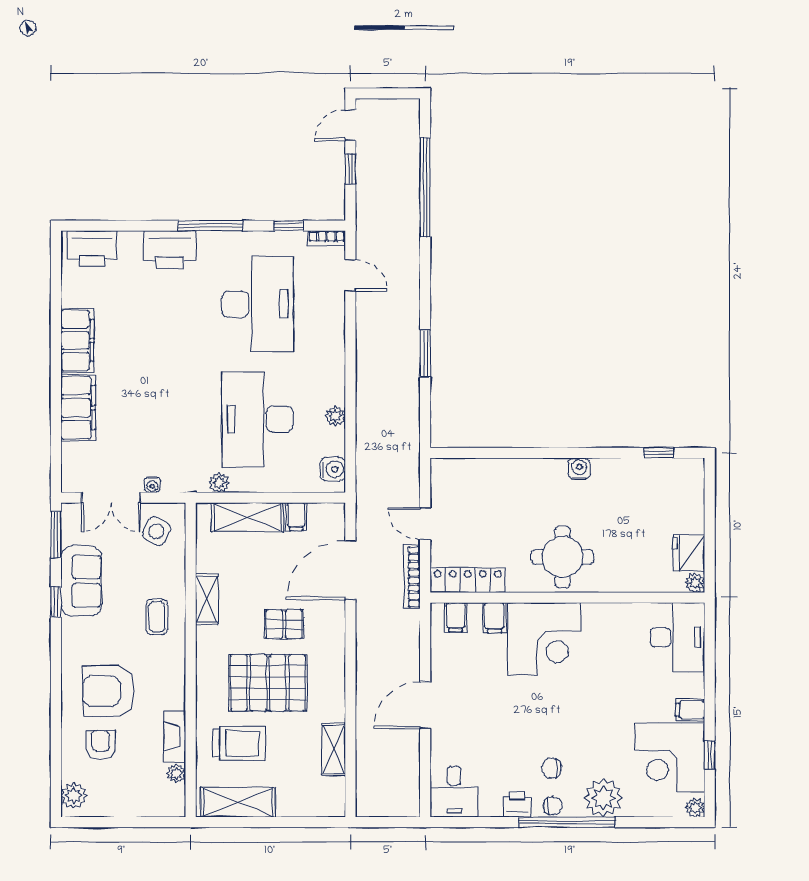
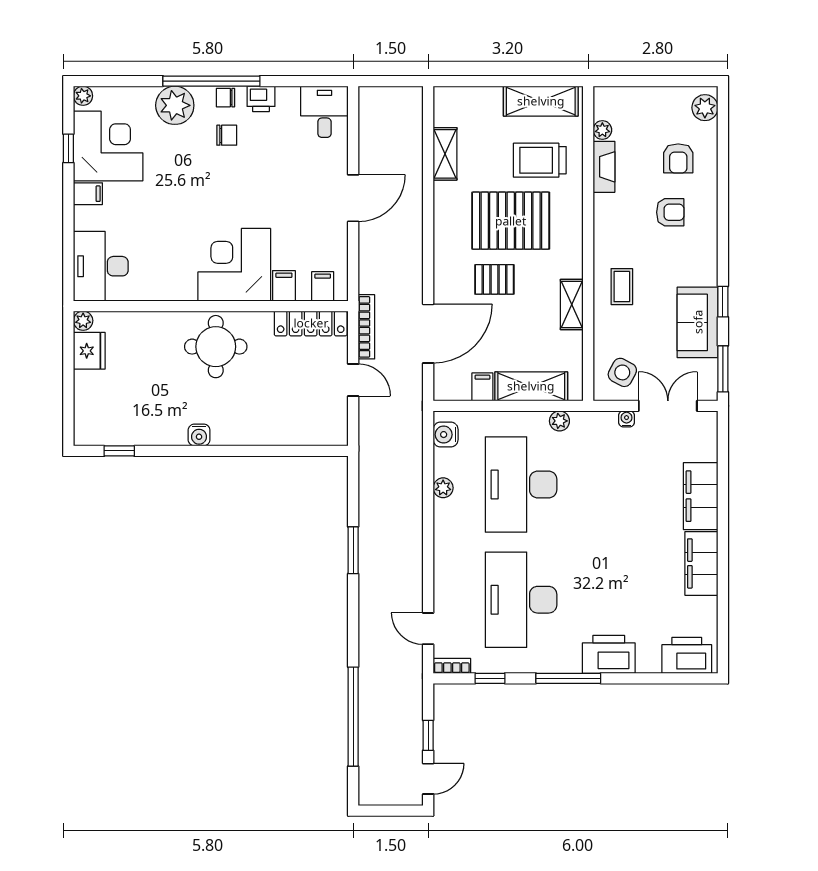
desk: (258, 419) -> (521, 484), turned 180
armchair: (109, 691) -> (670, 212), width x0.53, depth x0.53

